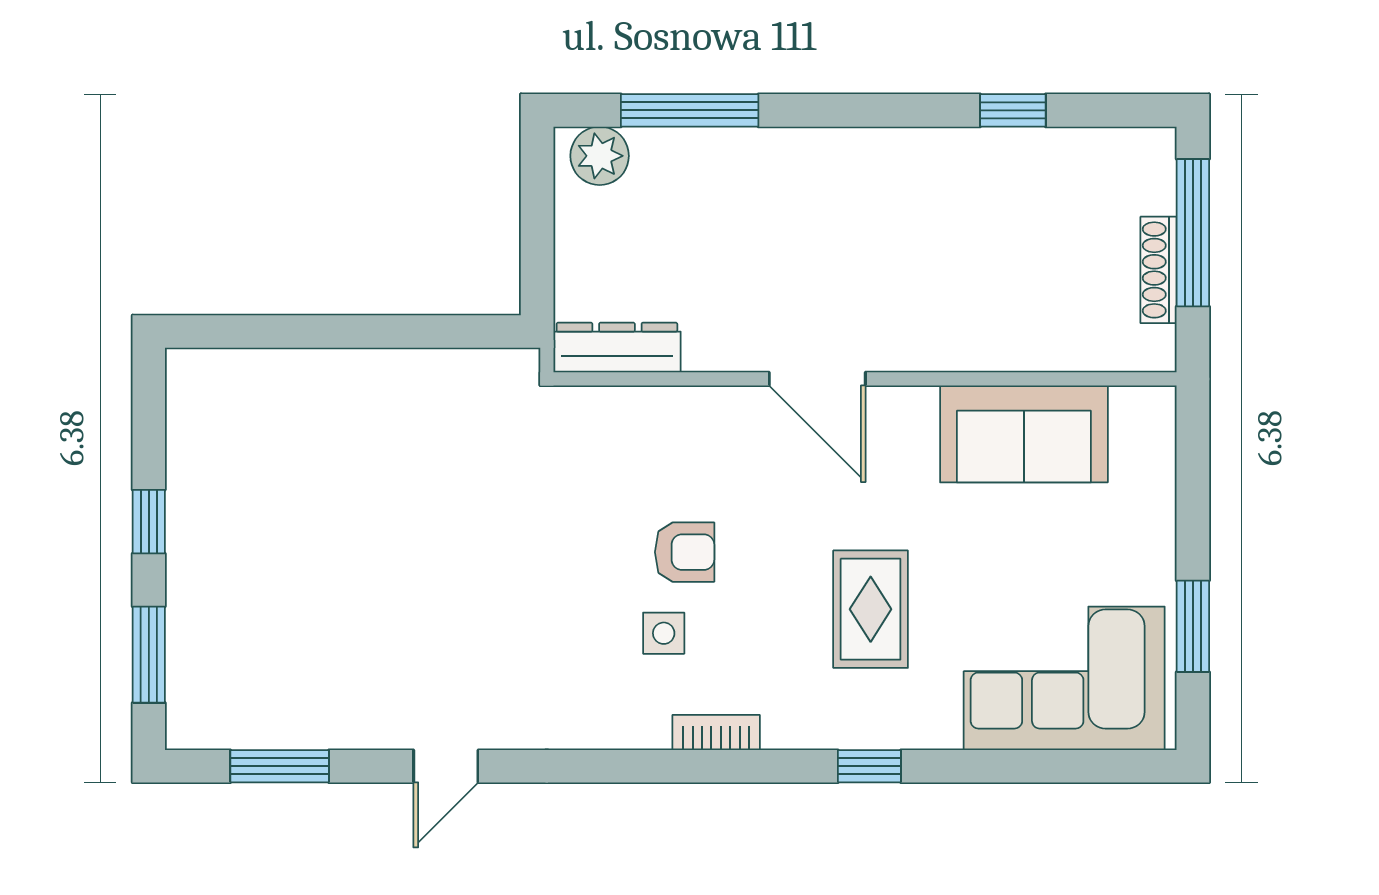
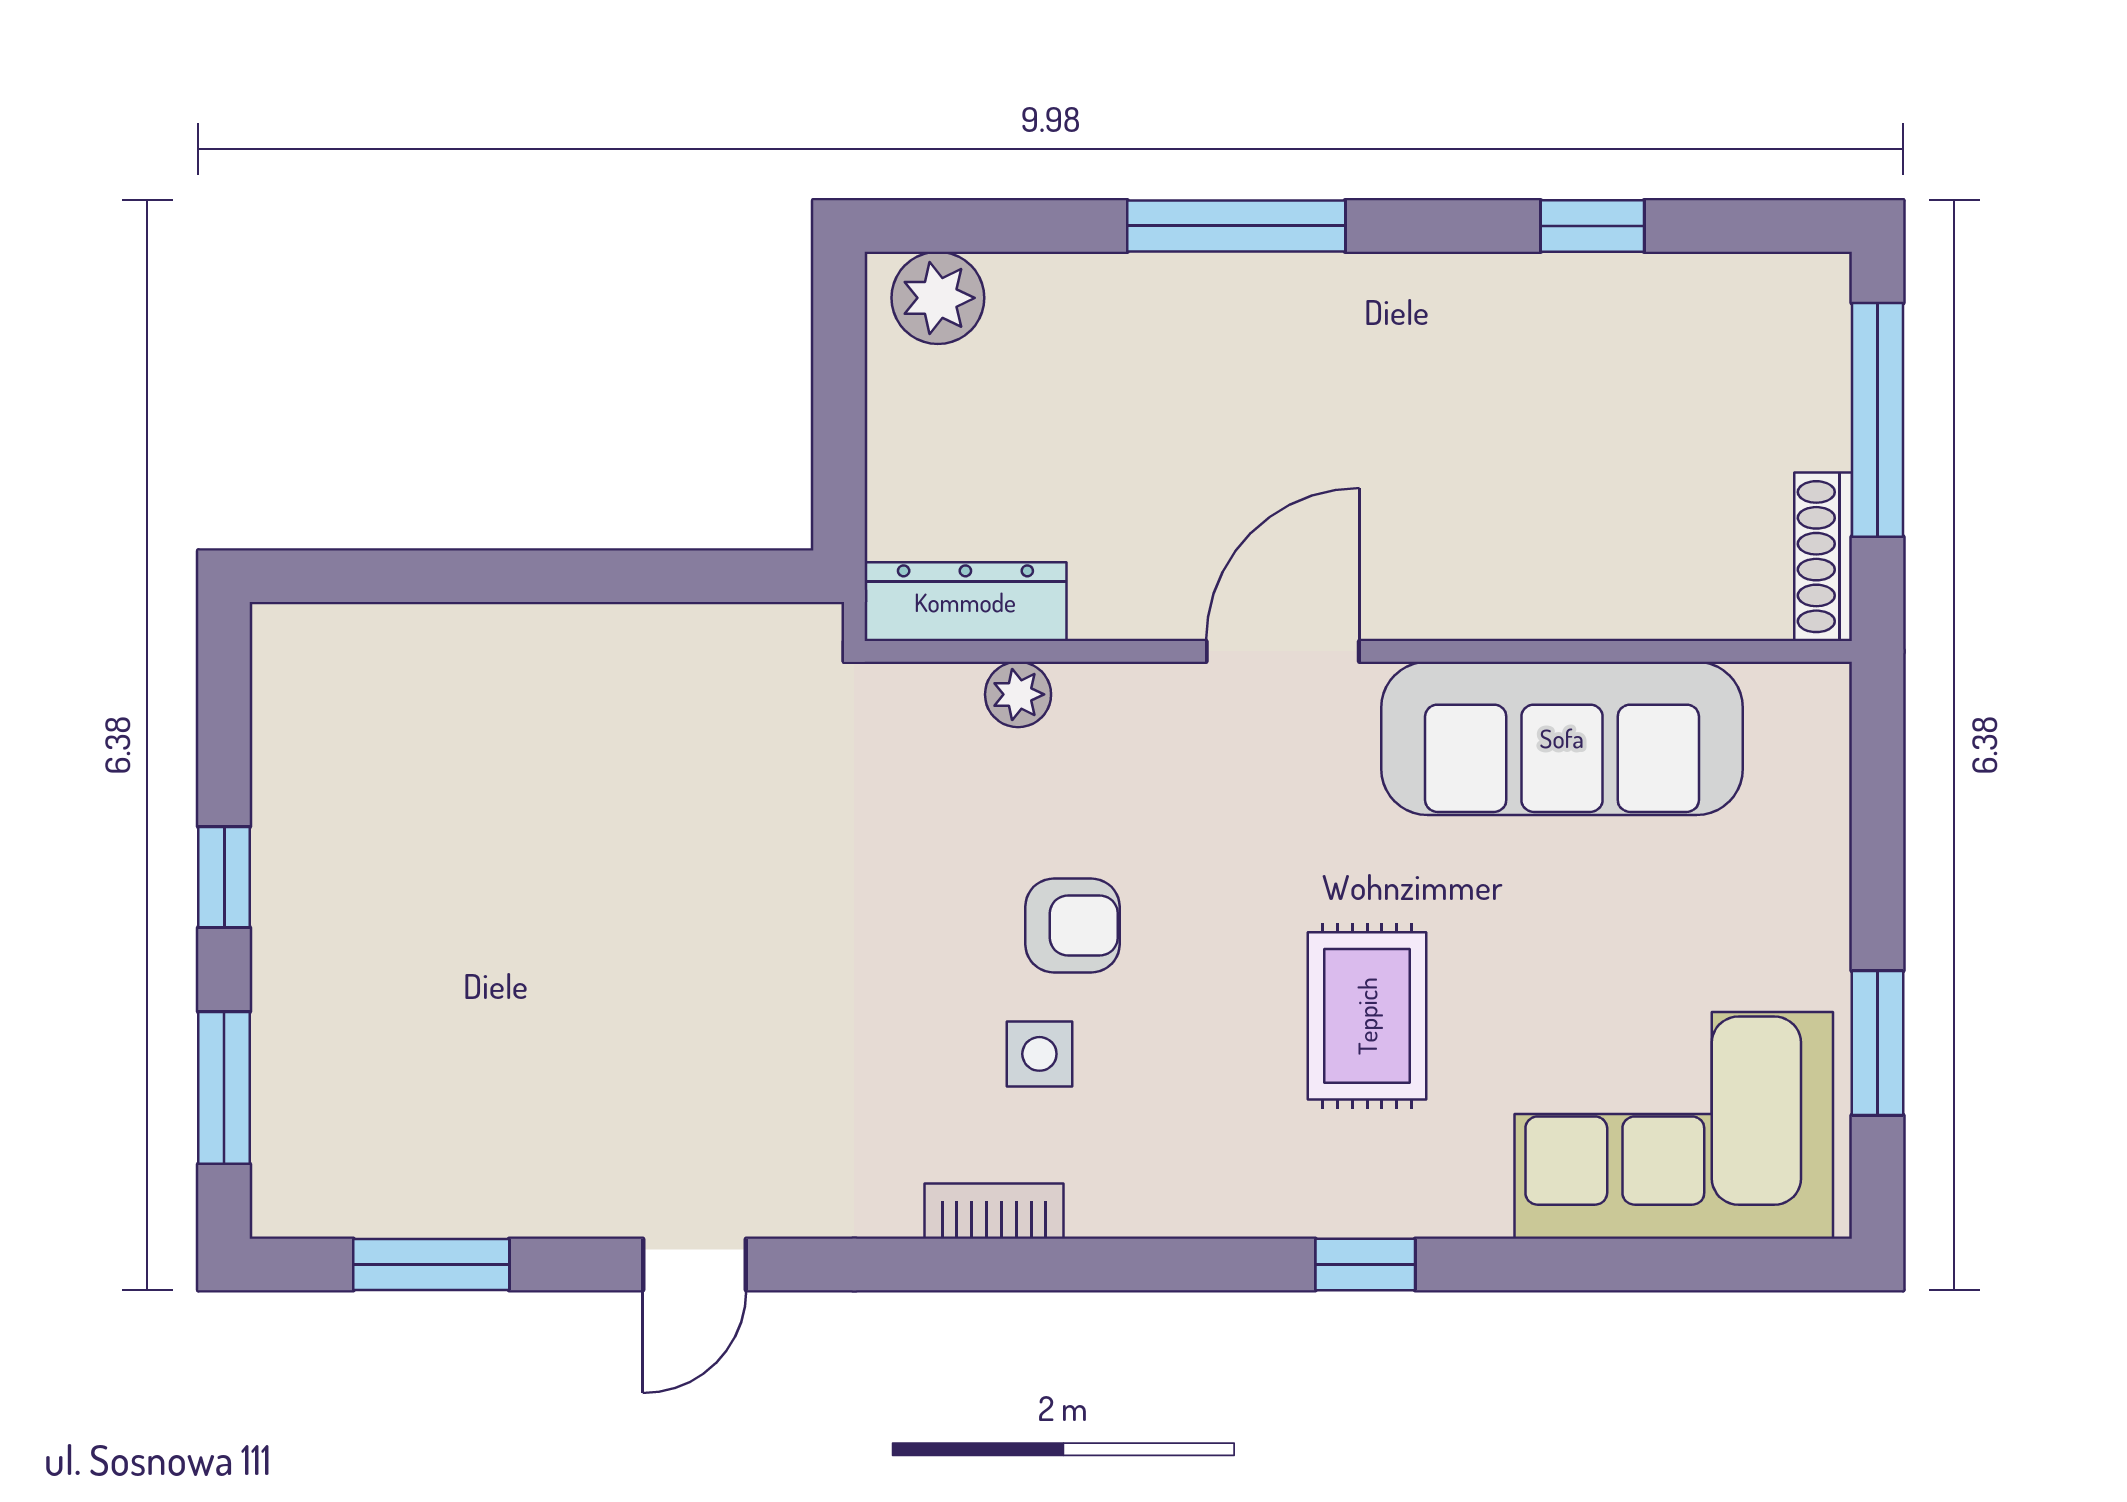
window: (690, 110) -> (1236, 226), moved
shoe rack: (1159, 270) -> (1823, 557), moved
door: (817, 379) -> (1283, 651), swing flipped
plant: (650, 406) -> (1018, 694), added
sofa: (1024, 434) -> (1562, 738), width x1.36
bookcase: (716, 732) -> (994, 1211), moved

